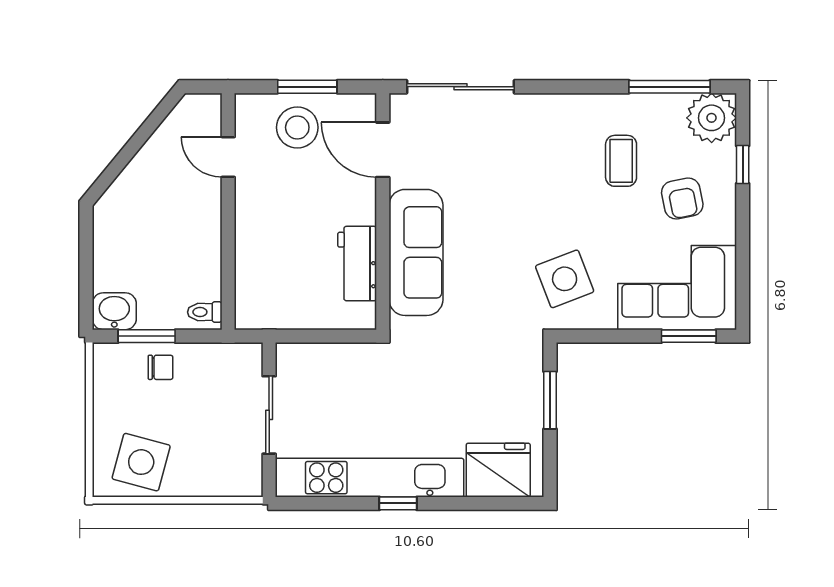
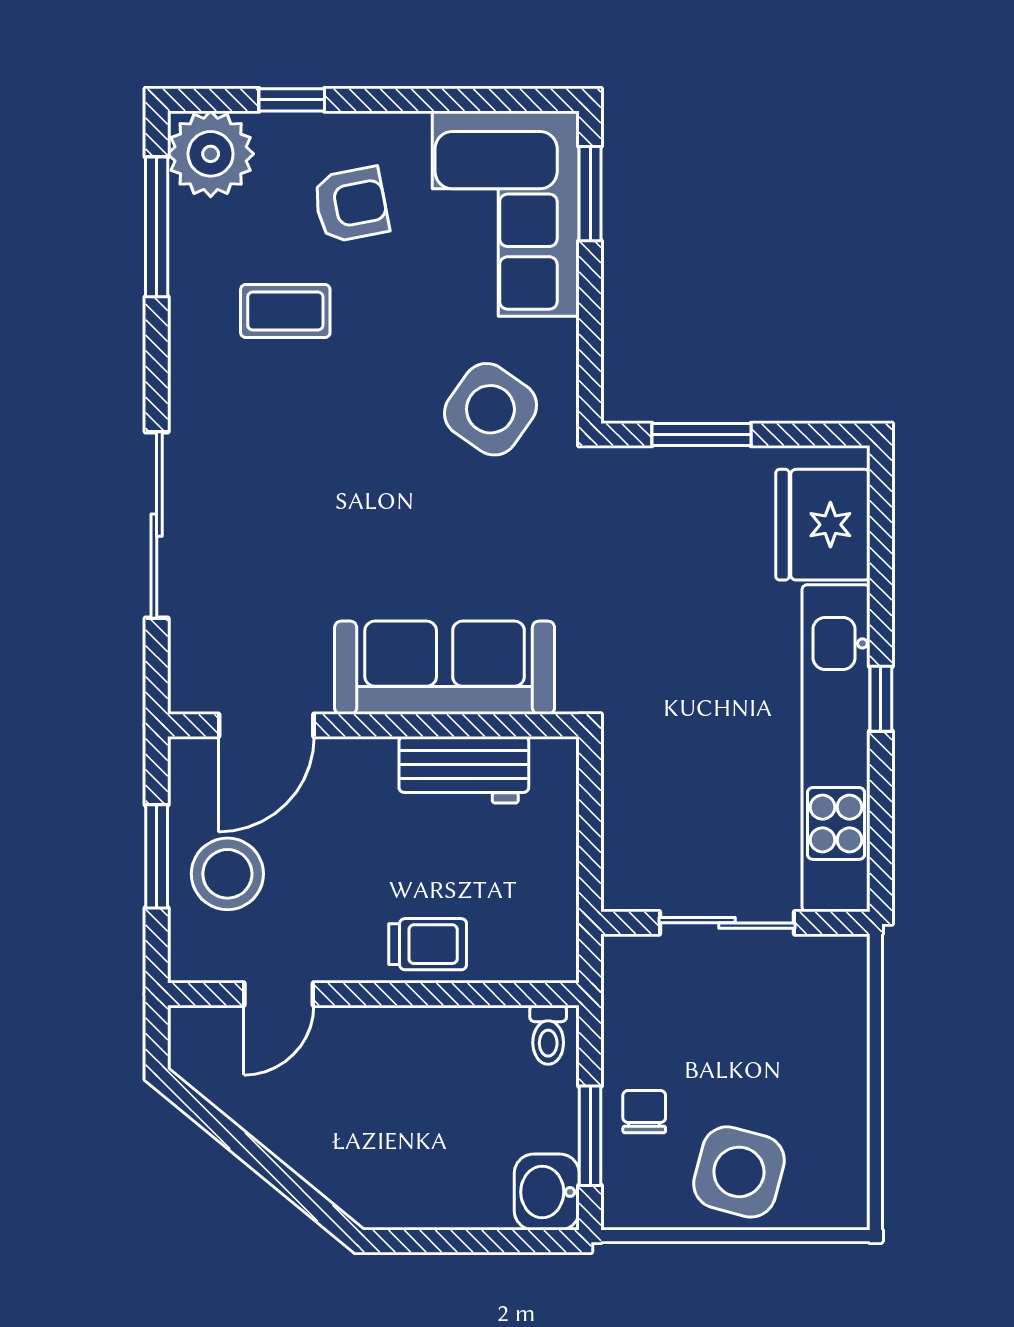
sliding door: (460, 87) -> (157, 525), moved
trolley: (257, 243) -> (428, 944), added
side table: (565, 279) -> (490, 409), turned -34
side table: (141, 462) -> (739, 1172), moved

